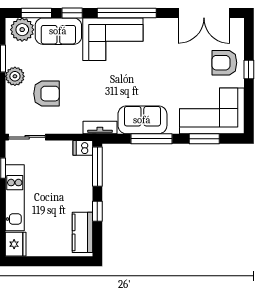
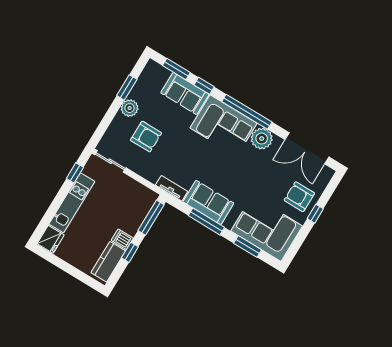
plant: (22, 30) -> (262, 139), moved
dishwasher: (83, 148) -> (122, 239), moved

